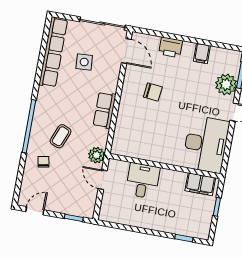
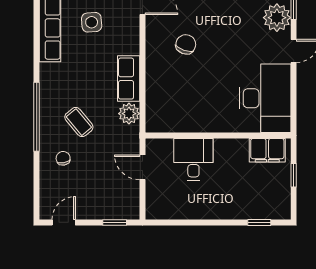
chair: (153, 92) -> (186, 44), turned -76
coffee table: (61, 136) -> (79, 122), turned -62
plant: (97, 155) -> (129, 114), moved

